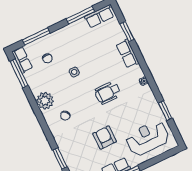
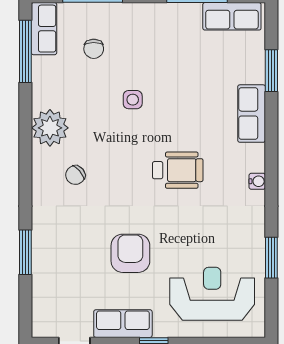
wheelchair: (108, 93) -> (178, 170), turned 180

